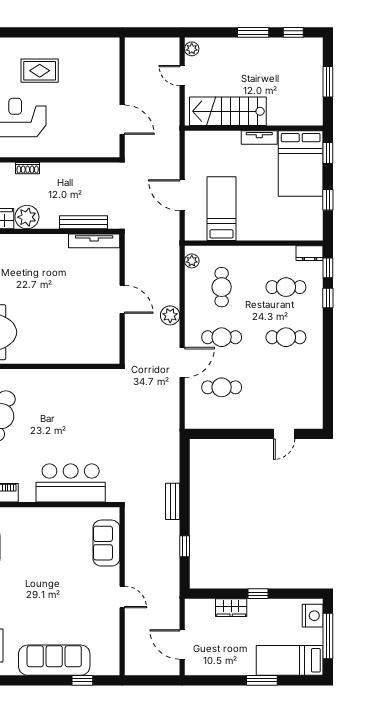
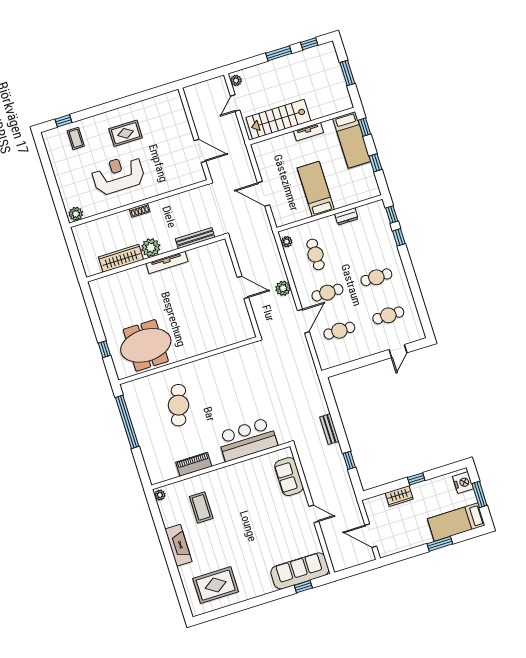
door: (182, 76) -> (235, 103), hinge flipped
bed: (301, 164) -> (352, 140), width x0.67
bed: (221, 209) -> (316, 189), moved
tv unit: (94, 241) -> (167, 262), moved
dresser: (310, 253) -> (346, 216), moved
cafe table: (286, 287) -> (388, 315), moved
window: (328, 636) -> (479, 494), width x0.69
sofa: (54, 660) -> (300, 571), moved

